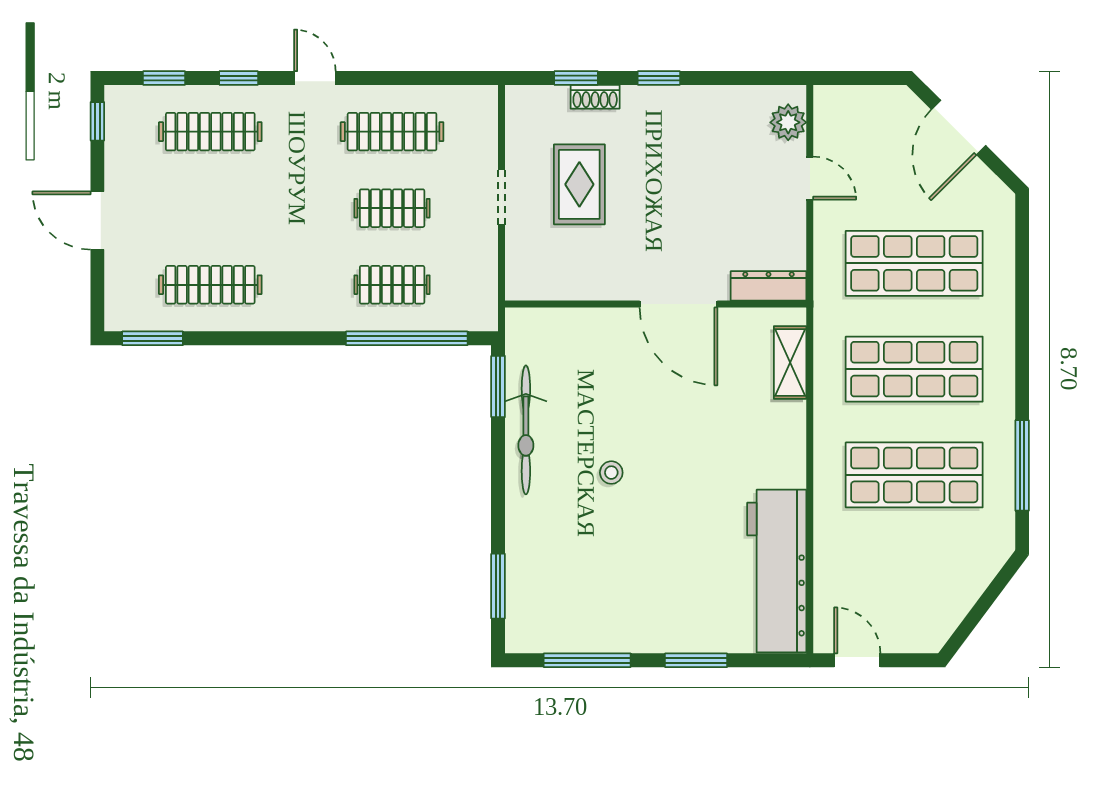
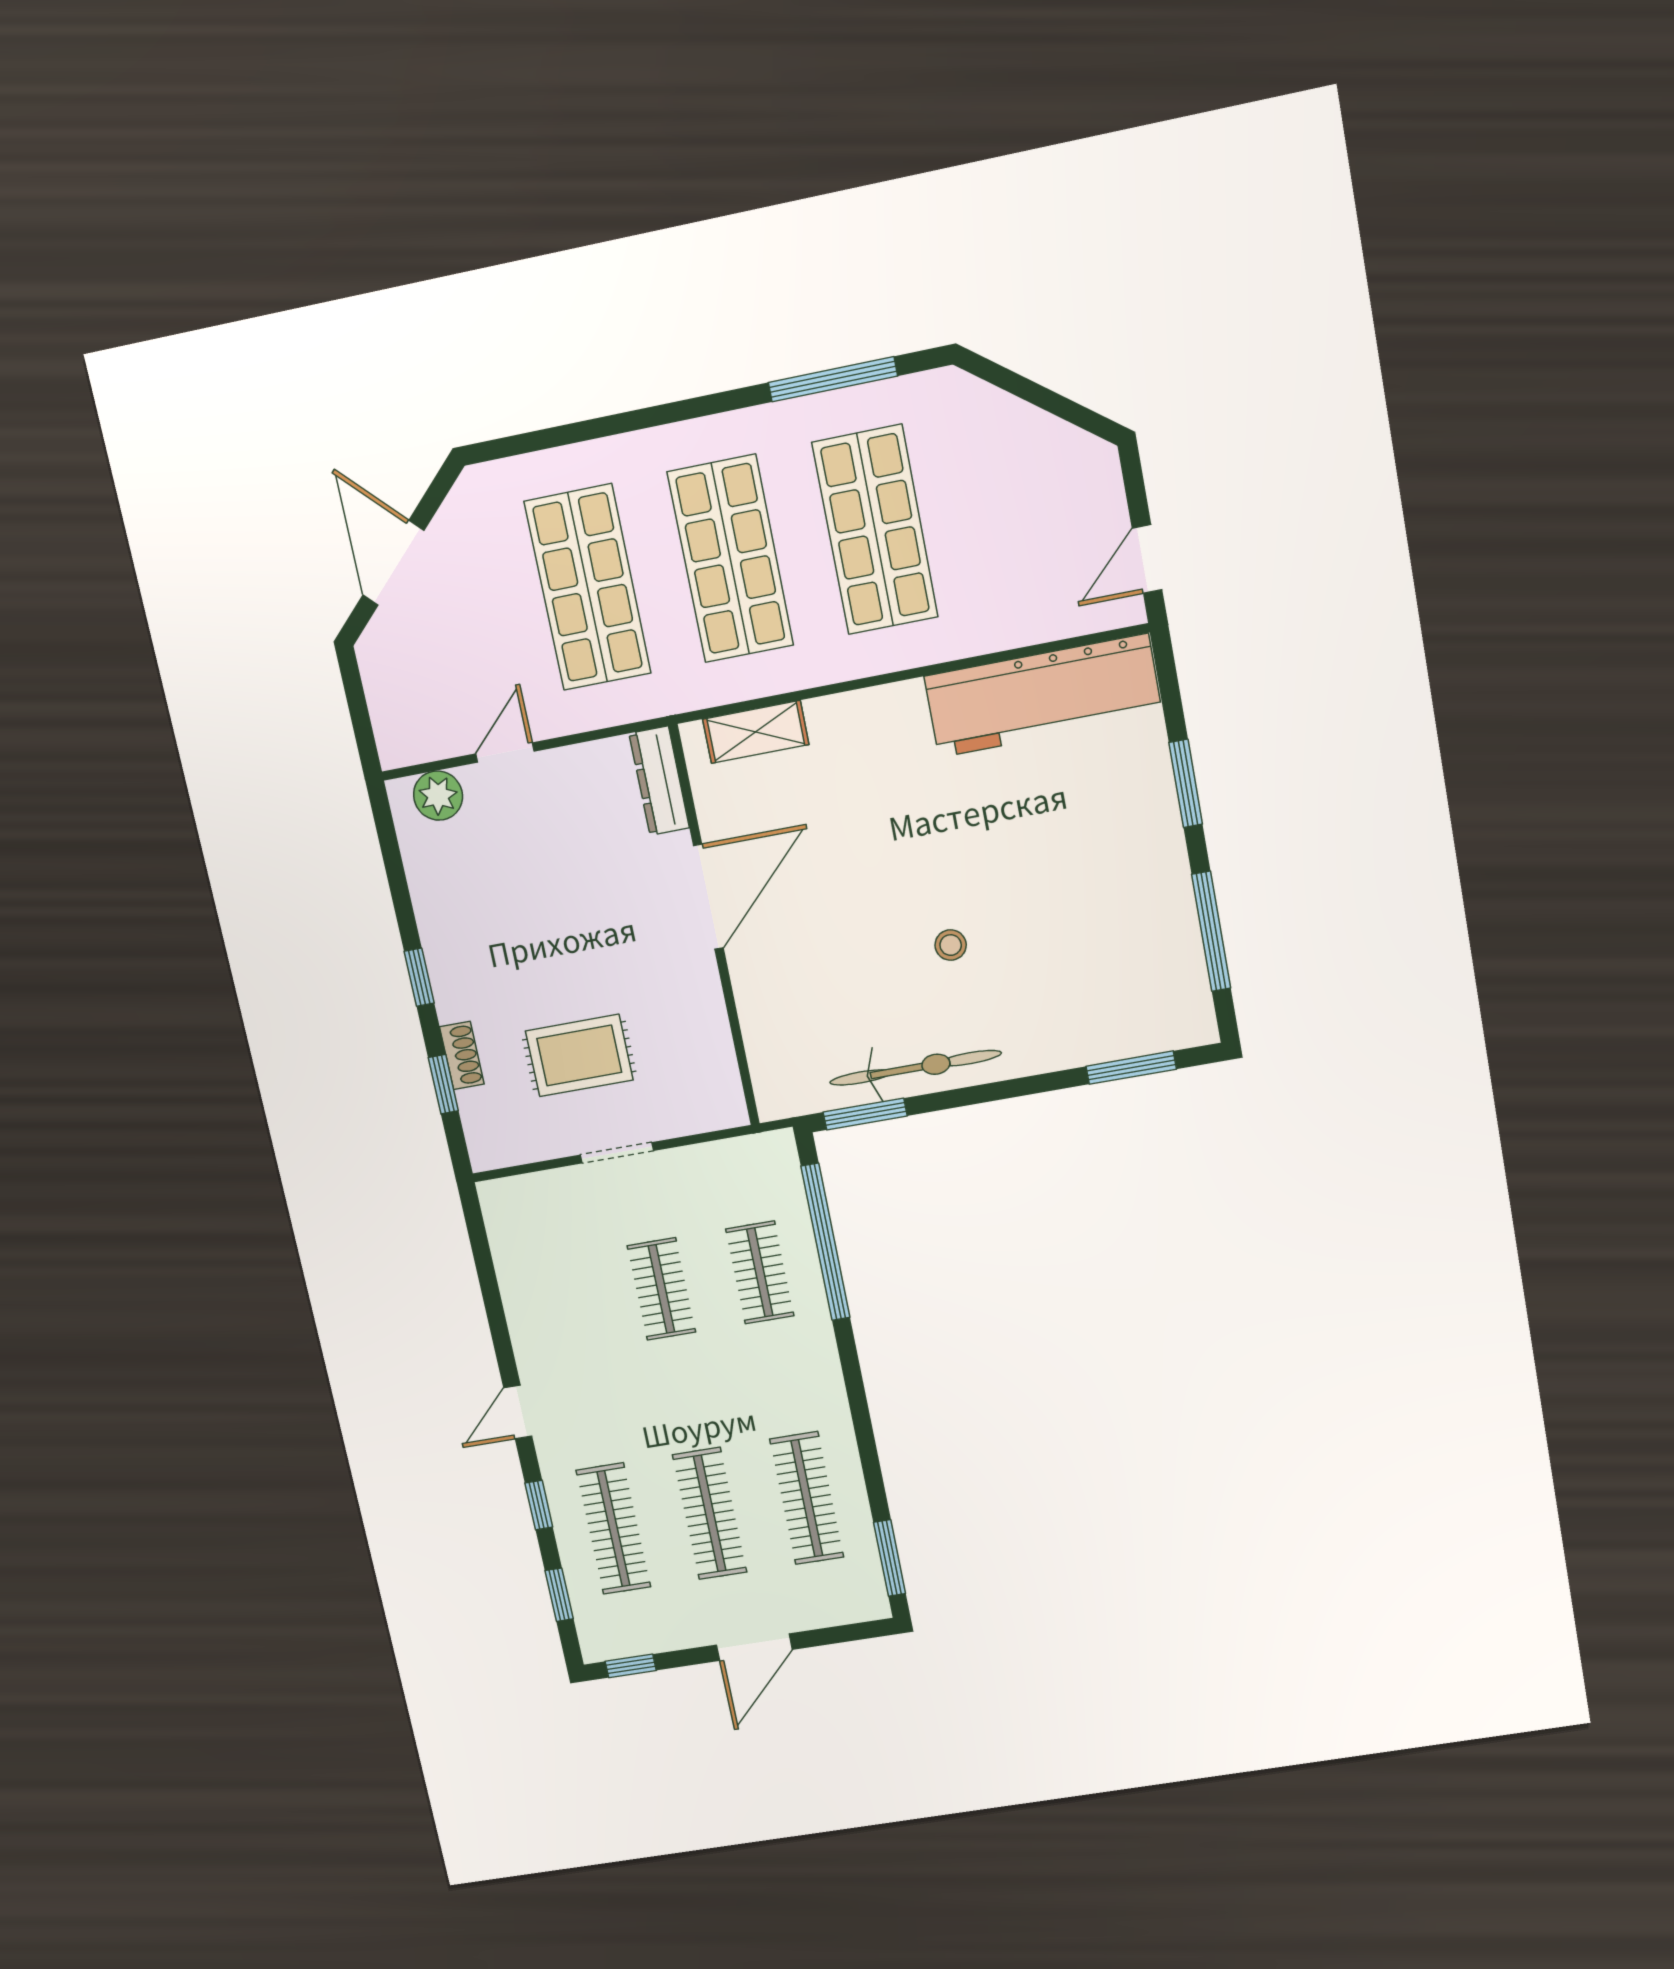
door: (959, 128) -> (393, 563), swing flipped
clothes rail: (392, 132) -> (710, 1514), moved

